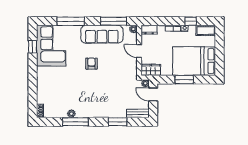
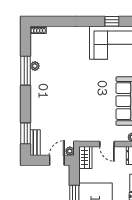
door: (139, 51) -> (107, 144), swing flipped
armchair: (92, 64) -> (93, 89), removed
window: (118, 122) -> (26, 133), moved

